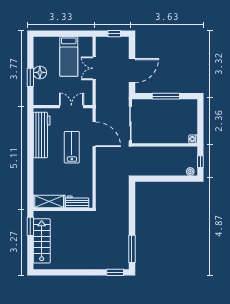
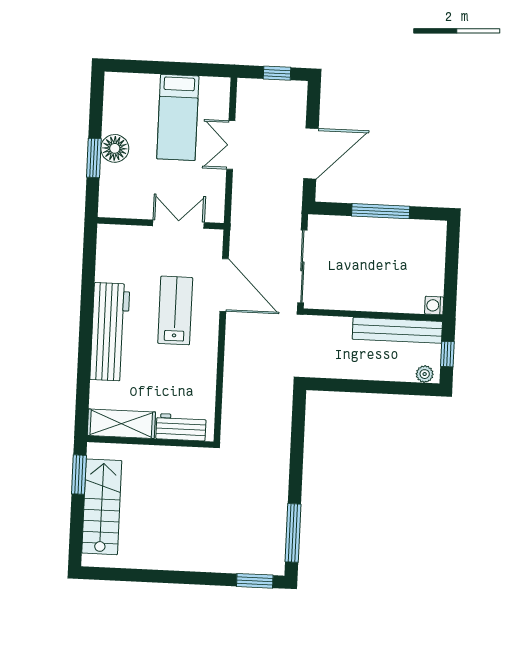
workbench: (42, 135) -> (110, 332), moved
bench: (176, 152) -> (397, 330), added

